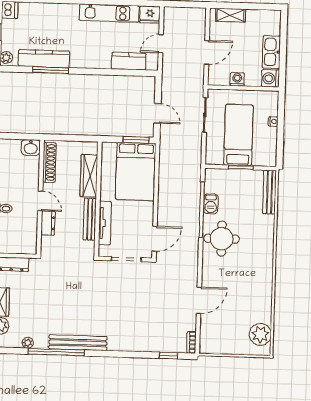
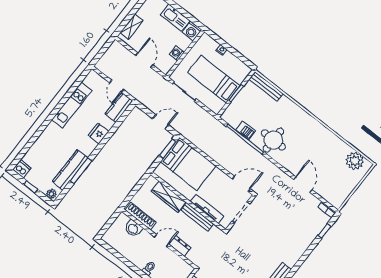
fridge: (150, 15) -> (99, 133), moved, turned 180
kitchen counter: (129, 61) -> (119, 107), moved
washbasin: (31, 147) -> (133, 228), moved, turned 90
door: (155, 239) -> (241, 184), hinge flipped

